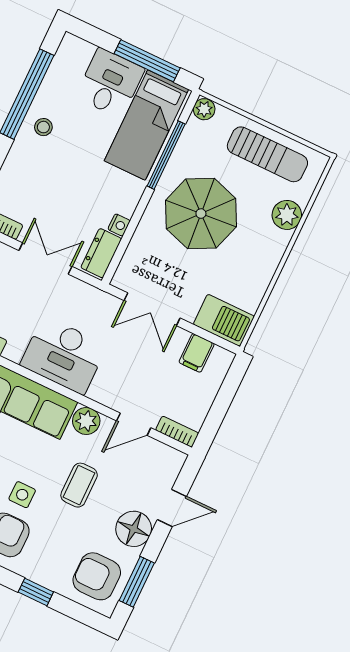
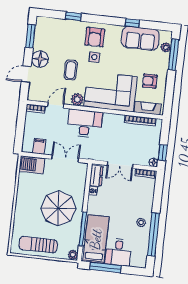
plant: (287, 215) -> (20, 221), removed
desk: (64, 355) -> (85, 124), moved
armchair: (97, 576) -> (49, 33), removed

